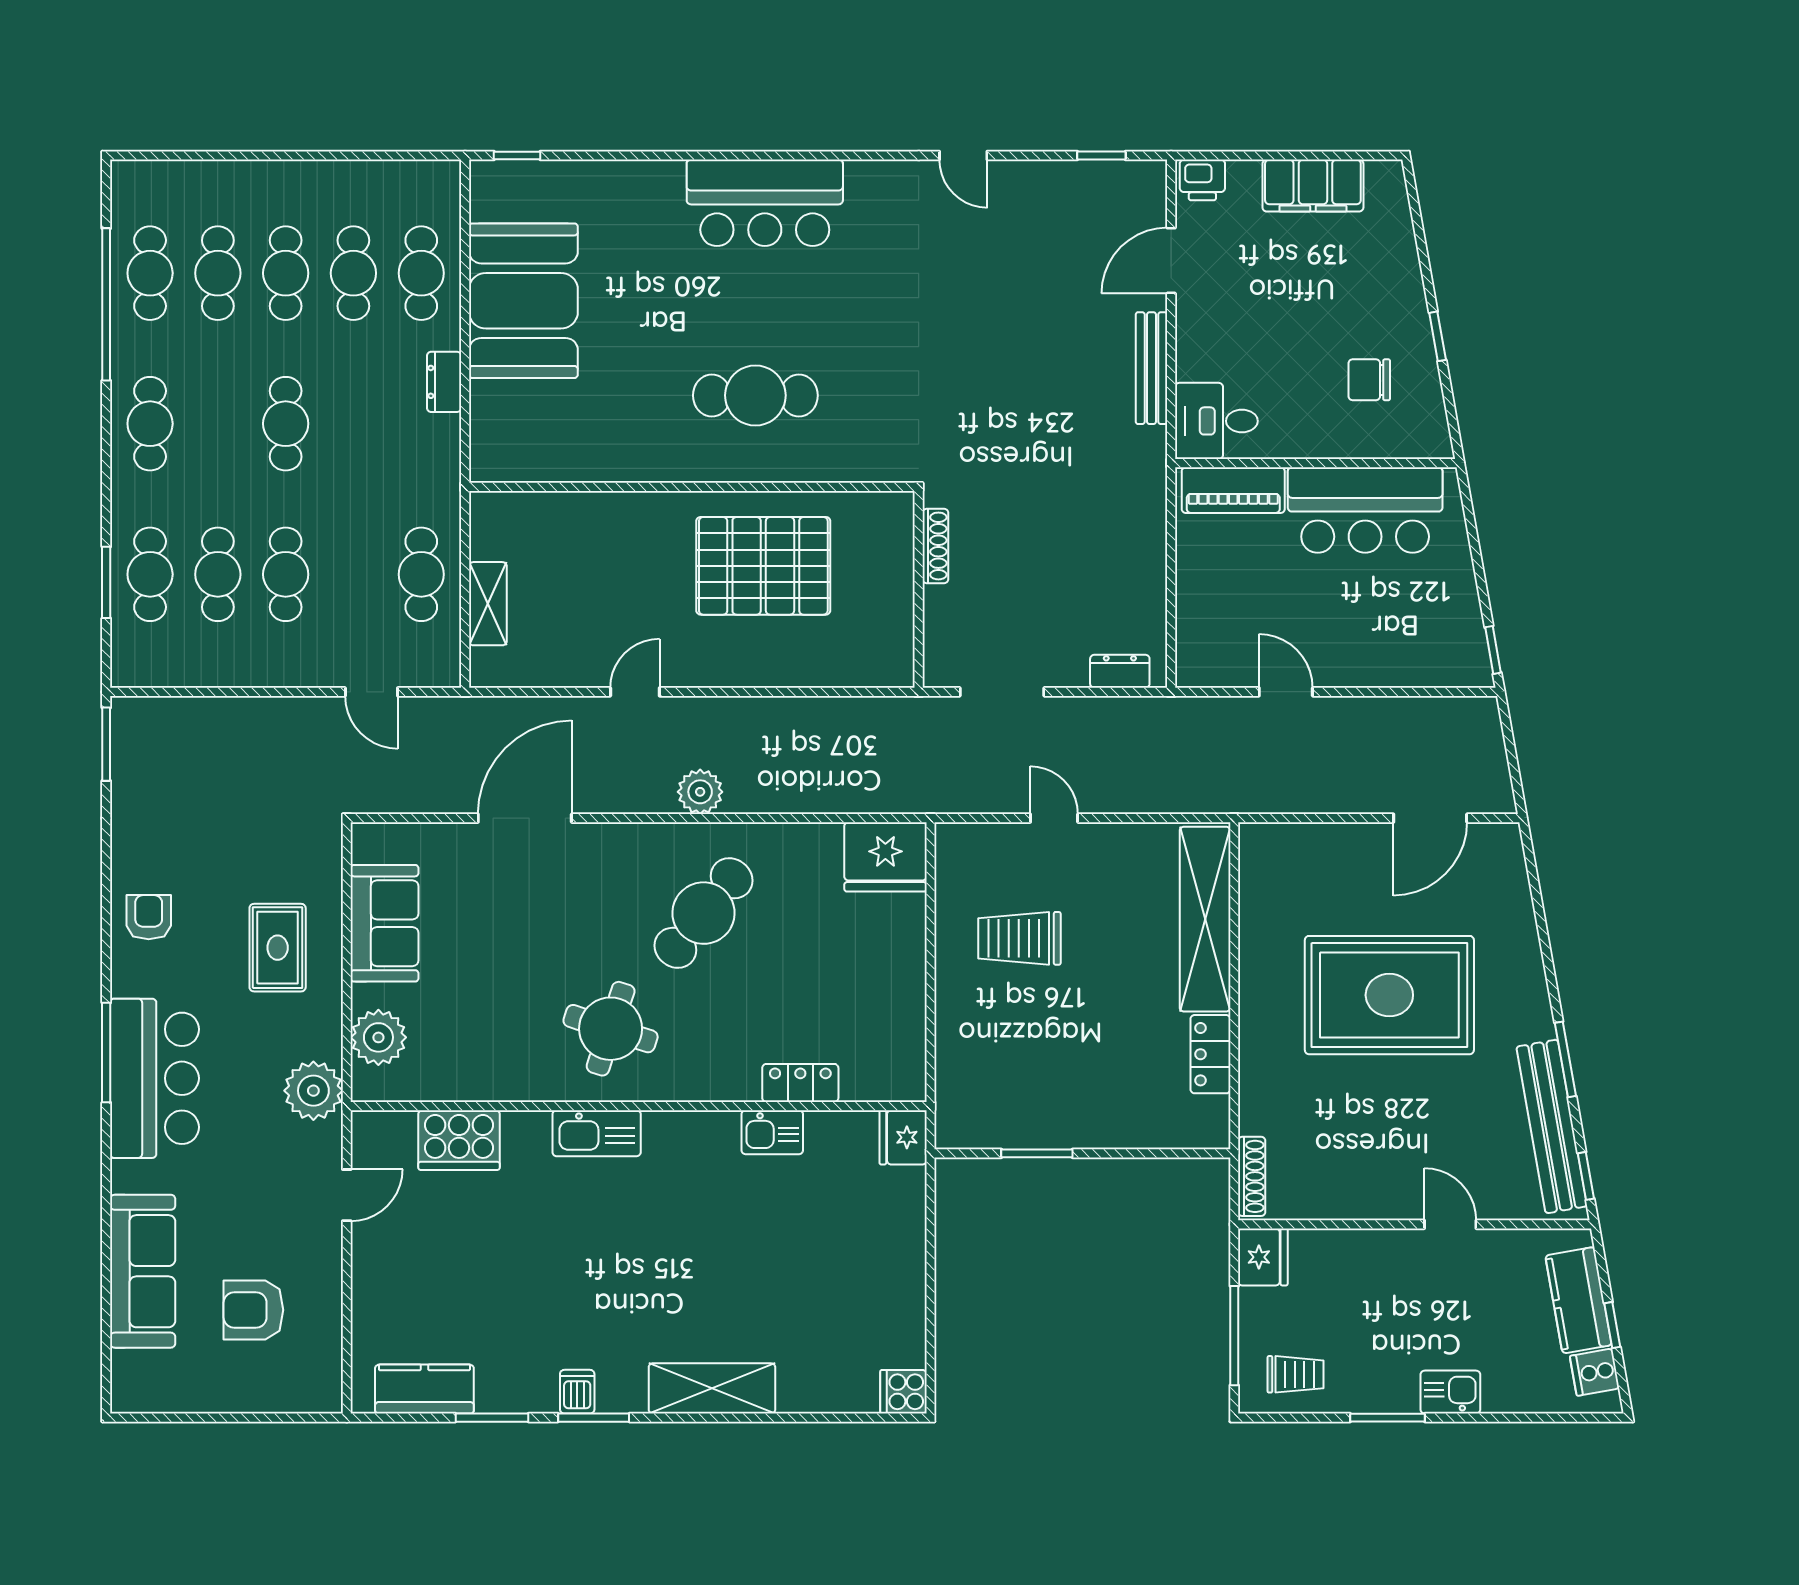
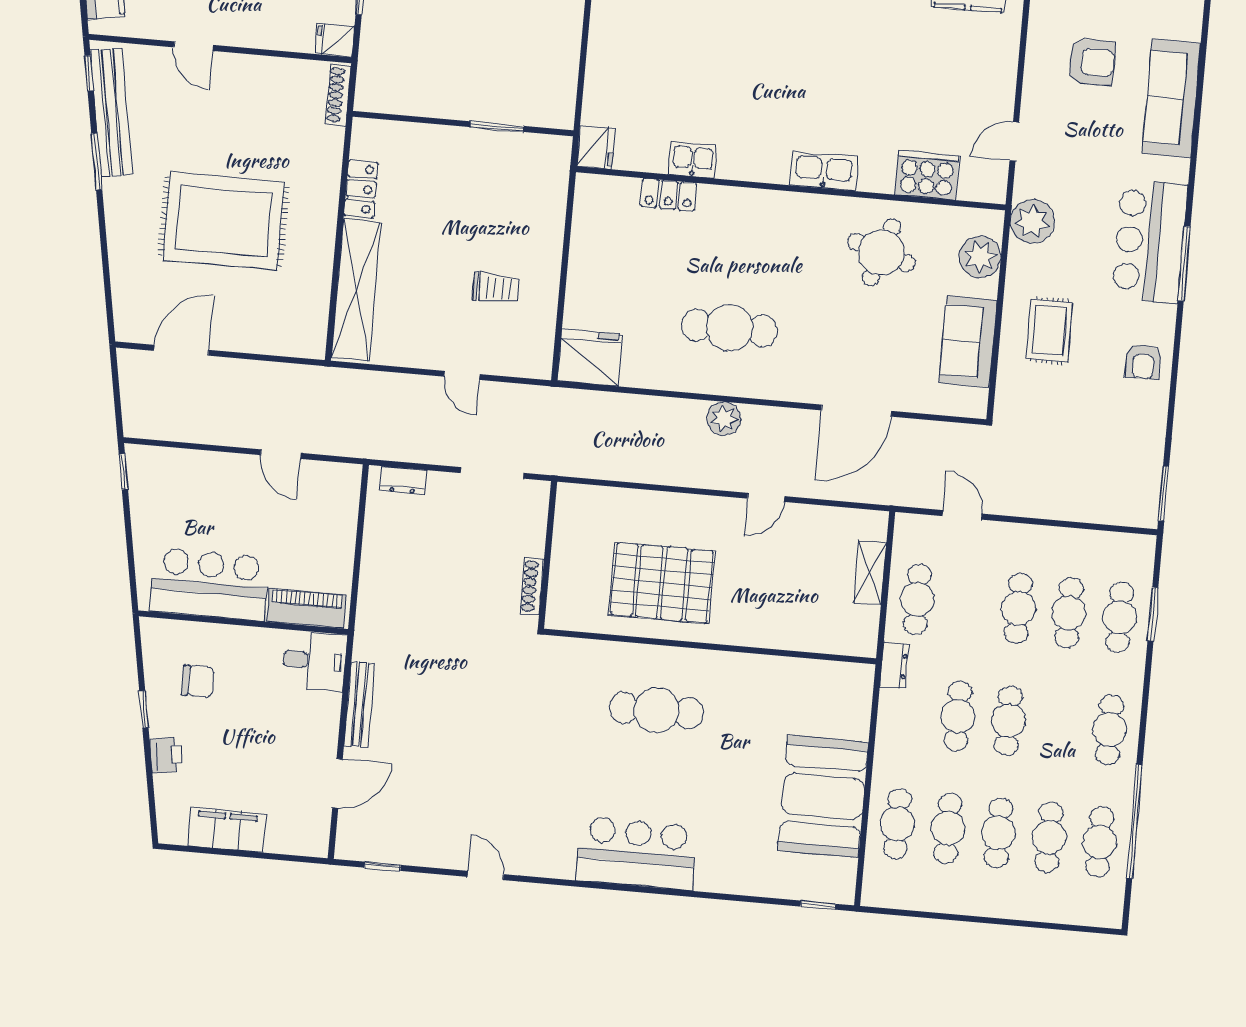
printer: (1202, 180) -> (166, 755), moved, turned 80
dresser: (444, 382) -> (894, 666), moved
cafe table: (353, 424) -> (958, 716), added
cafe table: (704, 913) -> (729, 328), turned 51
trolley: (1019, 938) -> (496, 288), width x0.73, depth x0.72
round table: (611, 1029) -> (881, 252), moved
fridge: (1263, 1257) -> (335, 40), width x0.72

